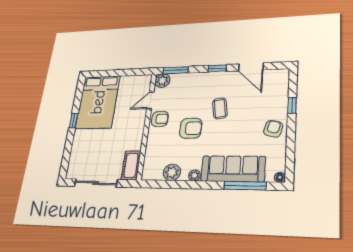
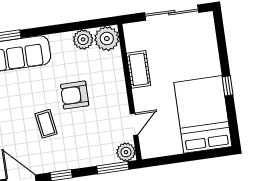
armchair: (160, 119) -> (115, 102), removed
cot: (131, 165) -> (139, 69), moved
plant: (194, 175) -> (107, 39), moved, width x1.88, depth x1.88

